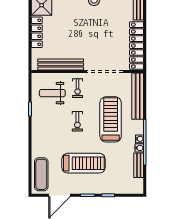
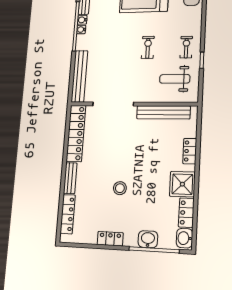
locker: (37, 32) -> (190, 151), width x0.66
exercise bike: (78, 88) -> (186, 47), moved
weight bench: (52, 93) -> (175, 79), turned 180
treadmill: (111, 119) -> (111, 50), removed

